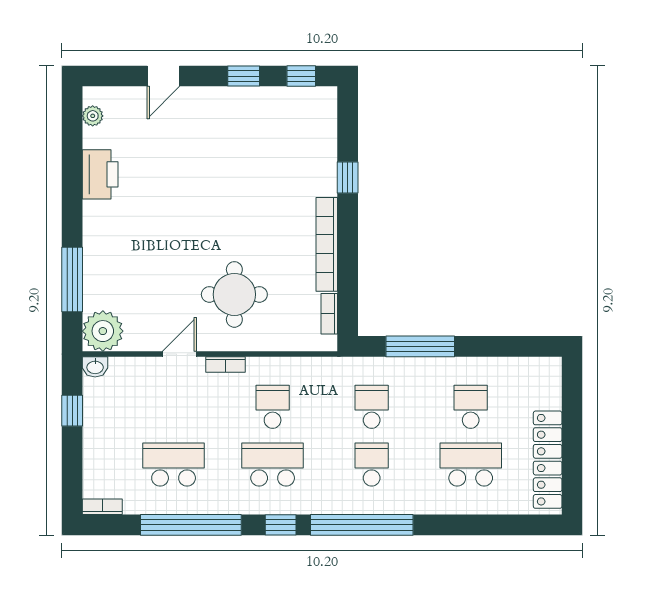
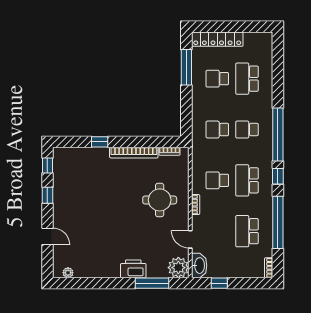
printer: (100, 174) -> (133, 269), moved
window: (420, 346) -> (186, 67), moved
door: (179, 354) -> (190, 239), moved
washbasin: (95, 367) -> (199, 266), width x1.91, depth x1.45
locker: (548, 460) -> (217, 39), moved

